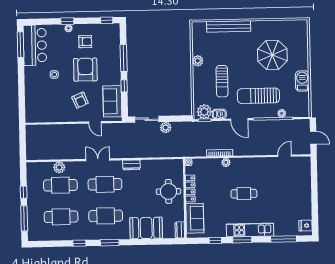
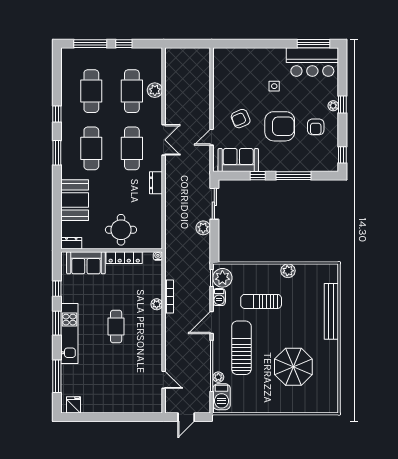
barbecue: (302, 81) -> (222, 397), moved, turned 90

